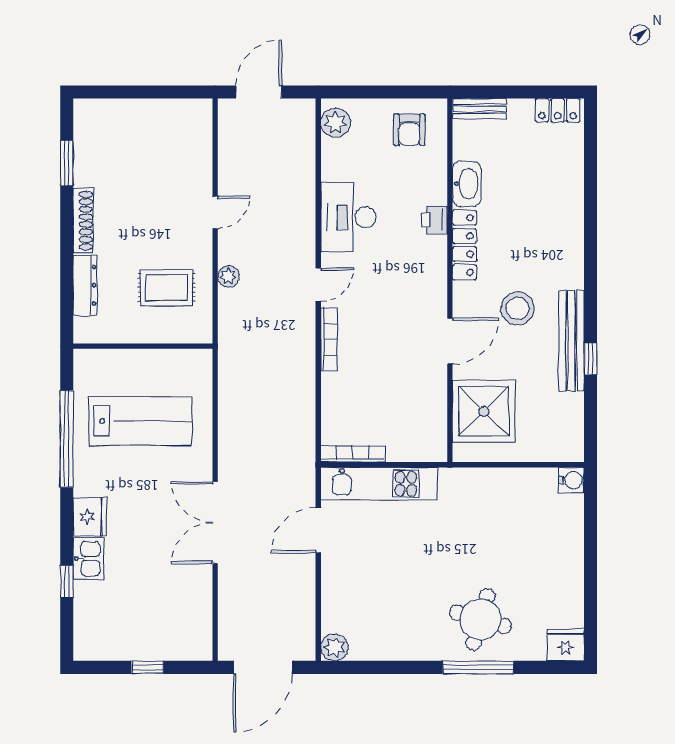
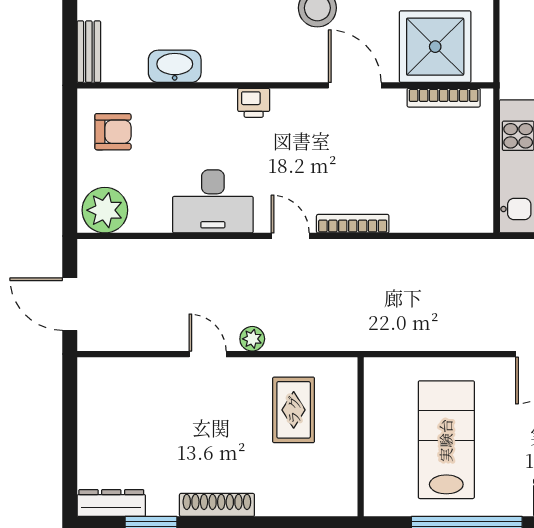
plant: (336, 123) -> (105, 210), width x1.36, depth x1.36
printer: (435, 220) -> (254, 103), moved
locker: (464, 245) -> (245, 69), removed
plant: (228, 276) -> (252, 339), moved
dresser: (85, 285) -> (111, 503), moved
bookcase: (353, 454) -> (444, 98), moved, turned -90

